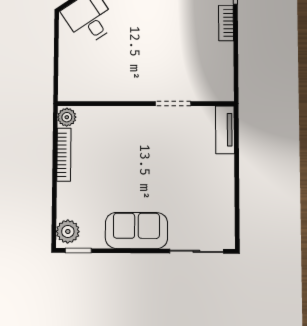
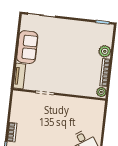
sofa: (136, 230) -> (27, 47), moved, turned -90
plant: (68, 231) -> (105, 51), moved

